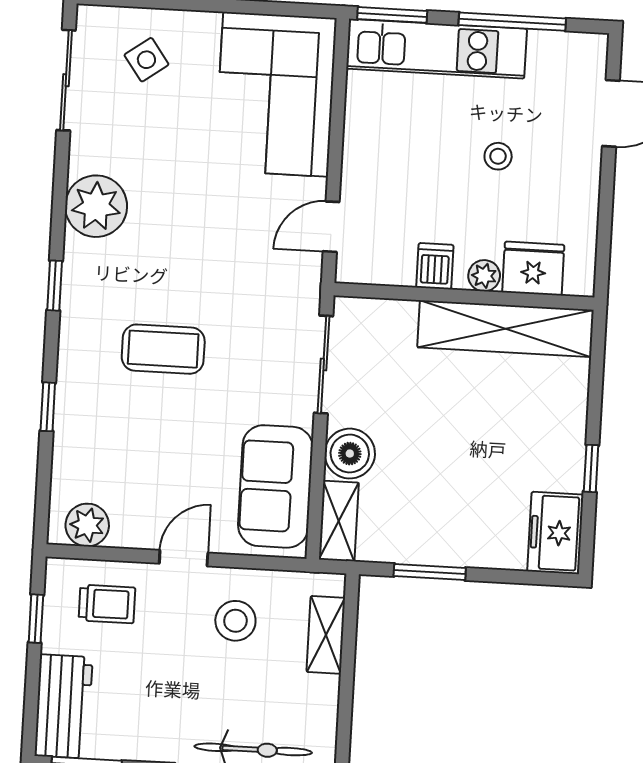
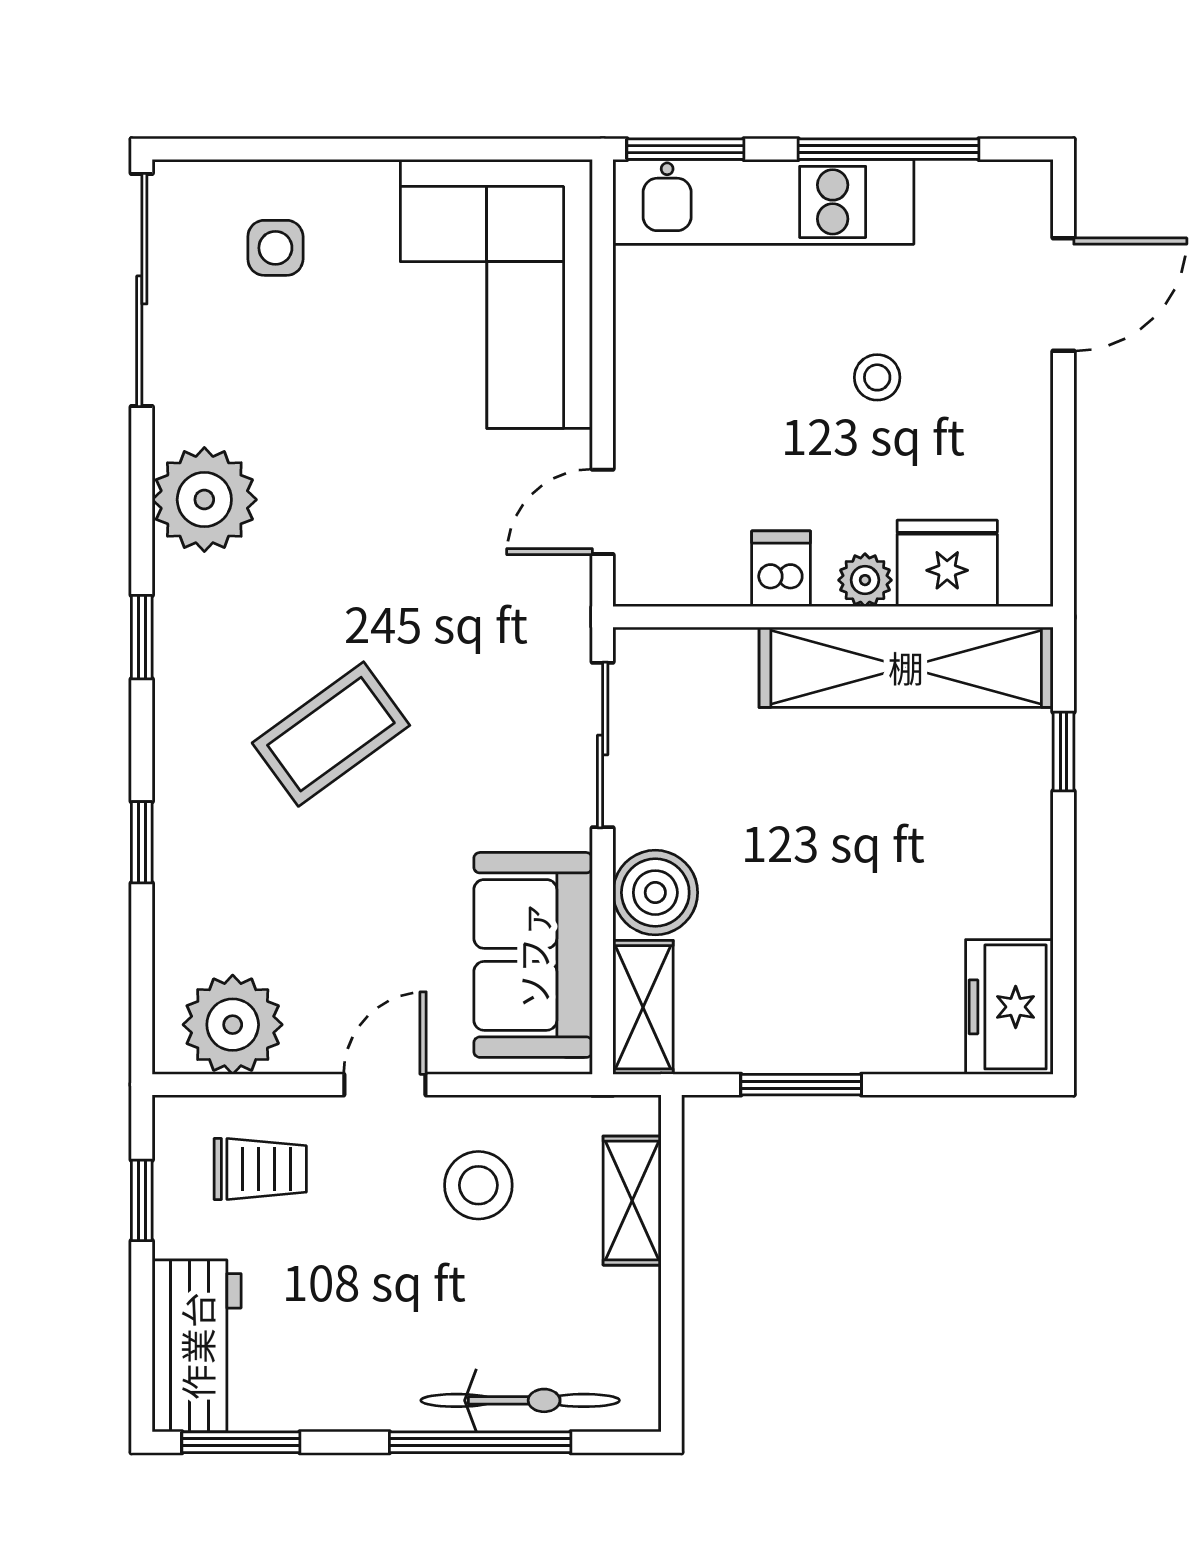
side table: (146, 60) -> (275, 248), turned 36
sliding door: (66, 80) -> (142, 290), width x1.37
coffee table: (163, 349) -> (331, 734), turned -36
window: (591, 468) -> (1063, 751), moved
plant: (87, 525) -> (233, 1025), width x1.36, depth x1.36

